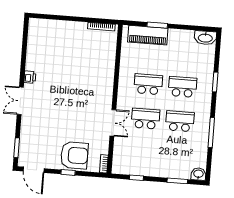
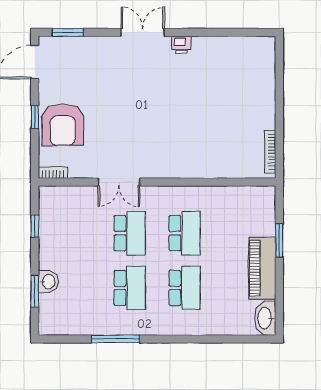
piano: (148, 35) -> (262, 268), moved
window: (215, 82) -> (196, 339), removed
washbasin: (198, 174) -> (48, 282), moved

